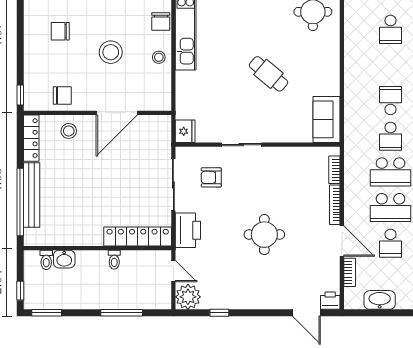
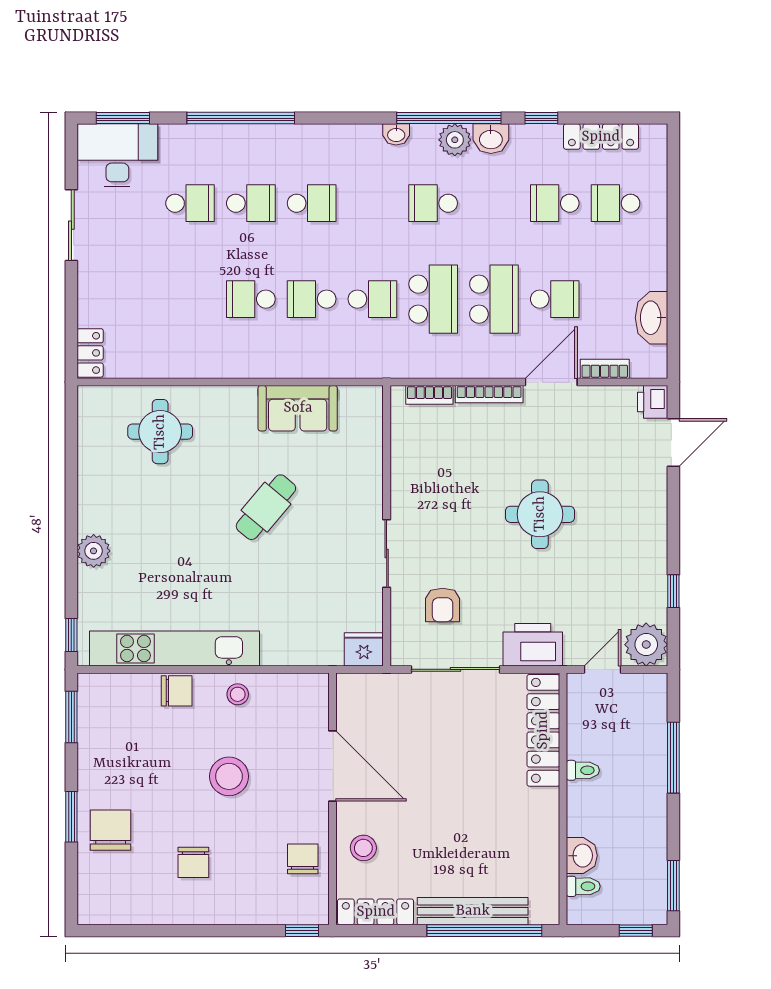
school desk: (391, 29) -> (251, 299), moved, turned 180
sofa: (327, 119) -> (298, 408), moved

